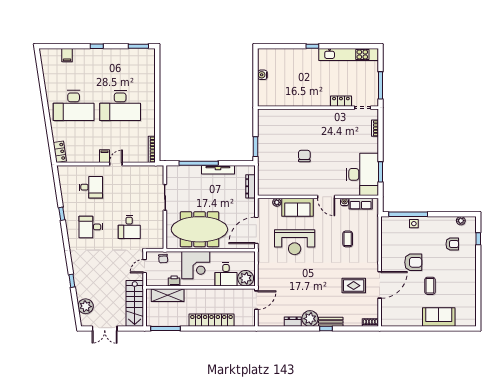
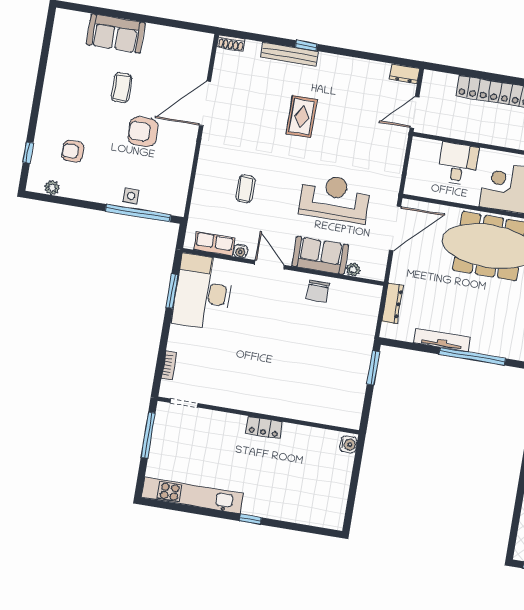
water cooler: (262, 75) -> (349, 444), moved
locker: (341, 101) -> (264, 428), moved
chair: (304, 156) -> (318, 291), moved
plant: (246, 278) -> (426, 152), removed
rug: (354, 286) -> (302, 117), moved, turned 90
plant: (310, 319) -> (330, 67), removed
dresser: (293, 322) -> (404, 74), moved
bench: (331, 322) -> (289, 54), width x1.36

